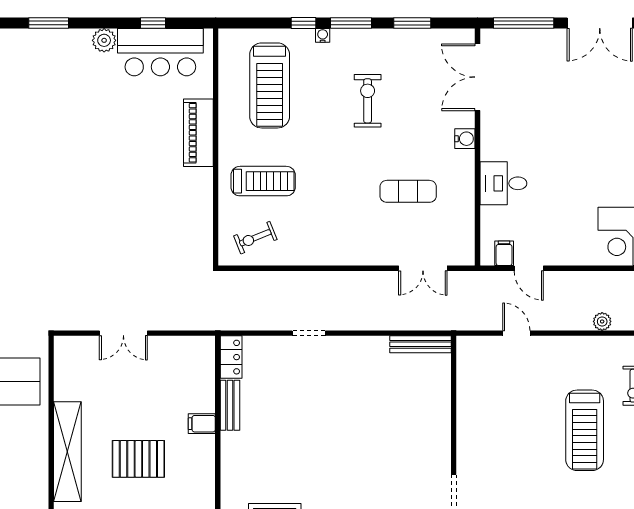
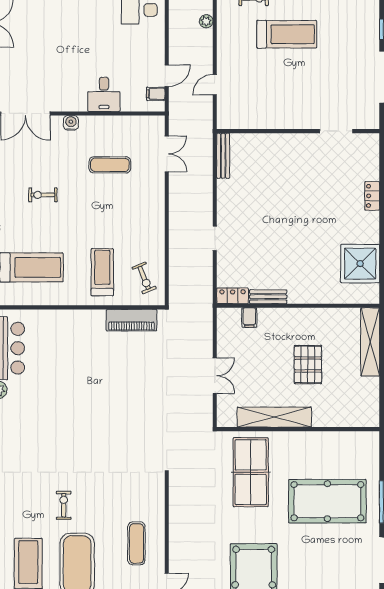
exercise bike: (368, 101) -> (43, 195), width x0.73, depth x0.72
piano: (198, 133) -> (132, 320), moved
exercise mat: (408, 191) -> (110, 165), turned 90
filing cabinet: (202, 424) -> (249, 318), moved
shelving: (67, 452) -> (274, 417), moved

